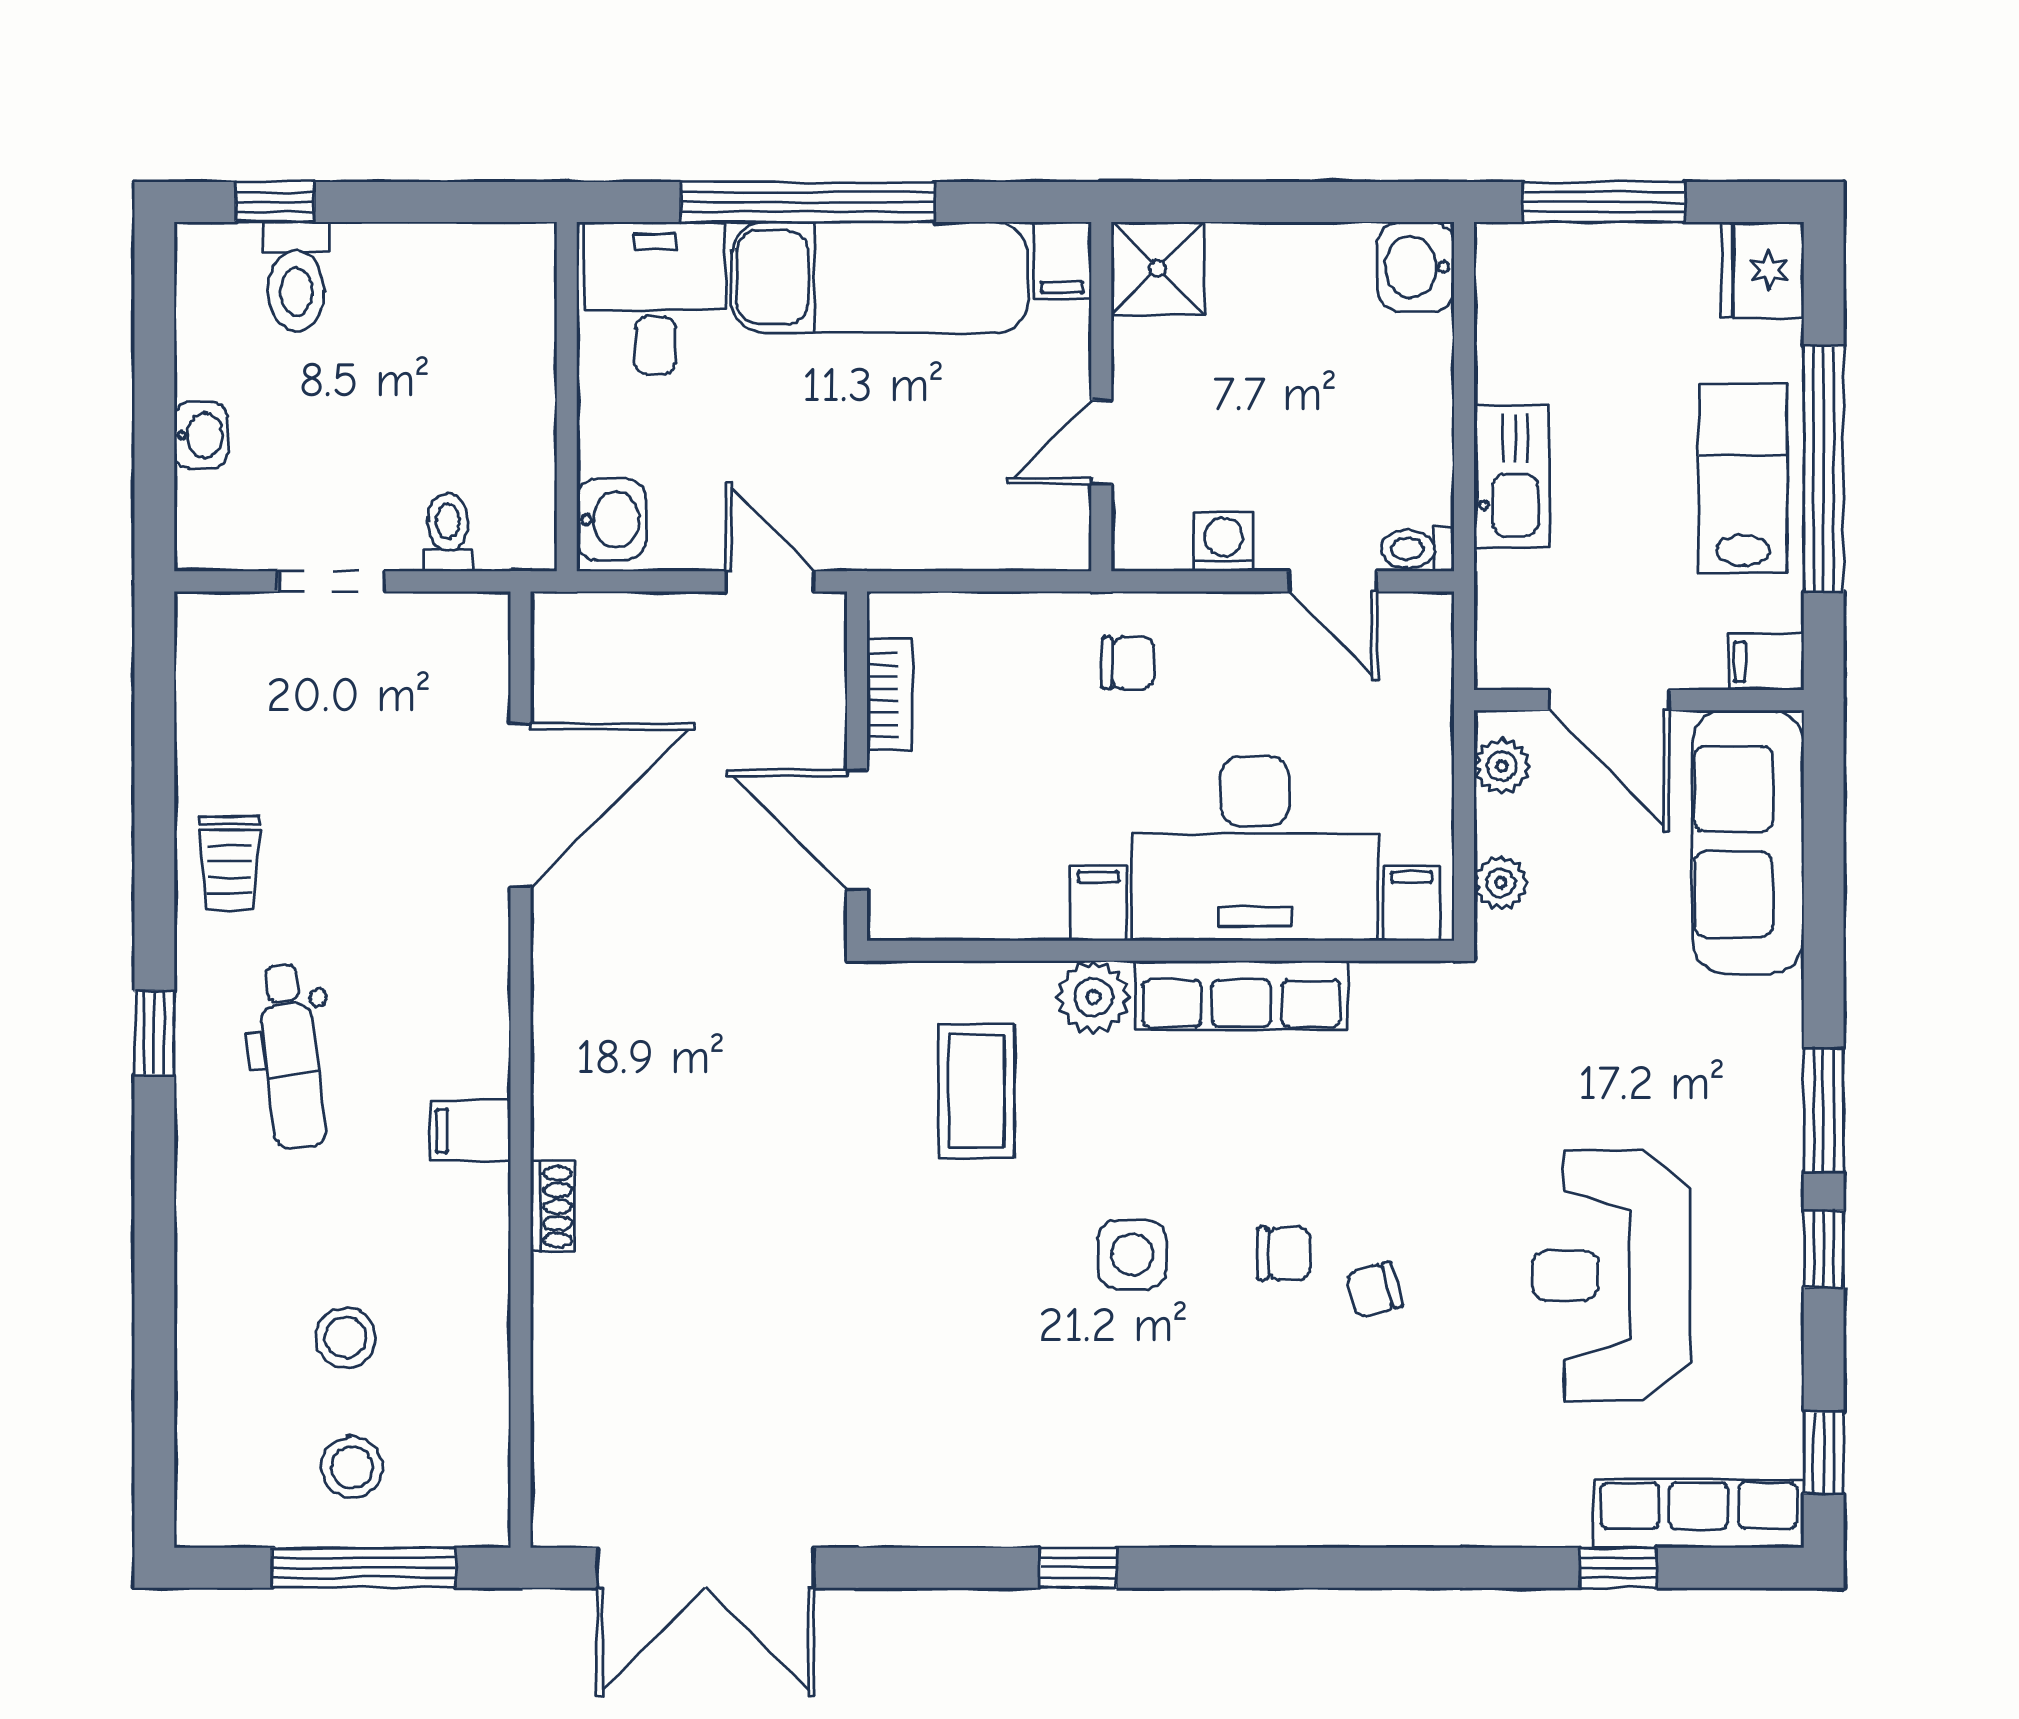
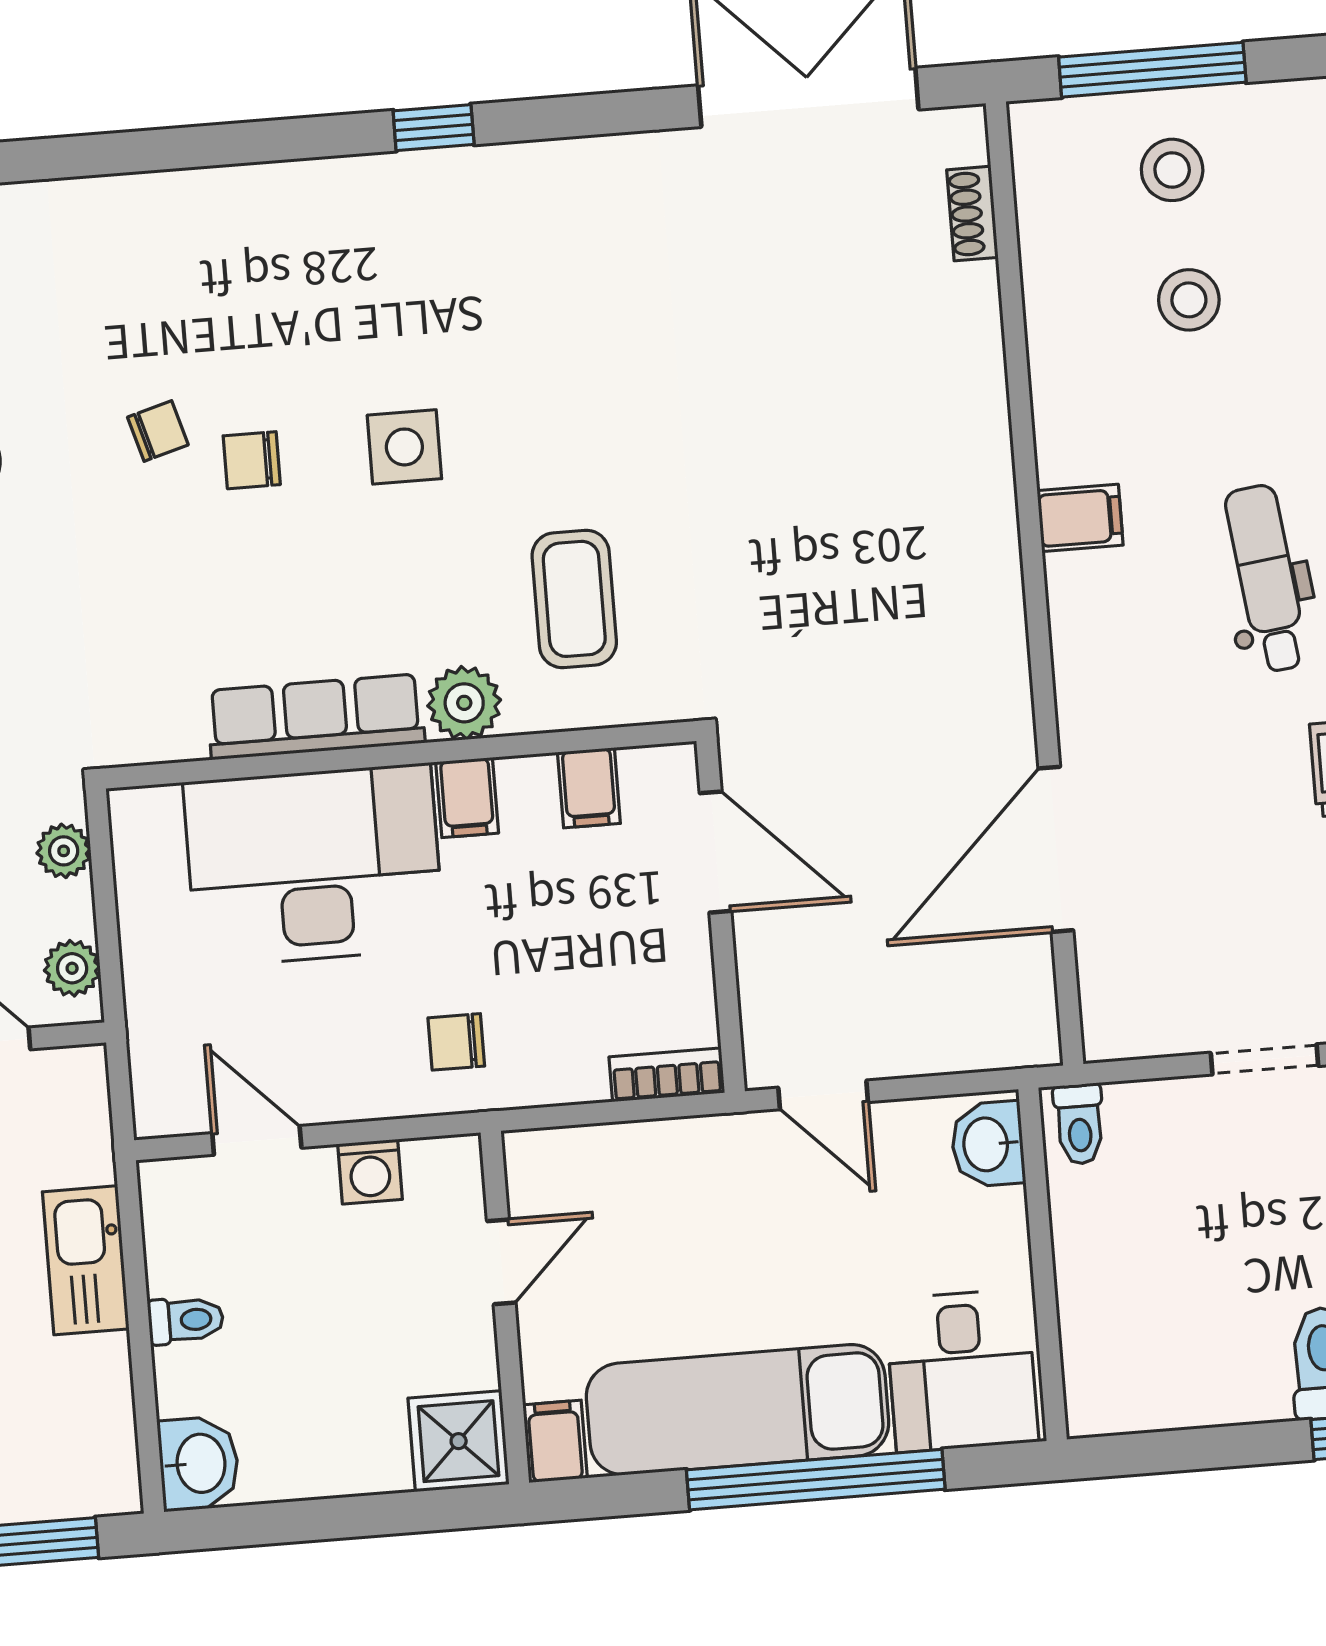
toilet: (448, 532) -> (1079, 1124), moved
toilet: (1418, 549) -> (186, 1320), moved
bookcase: (889, 694) -> (667, 1075), moved, turned 90
filing cabinet: (1412, 903) -> (589, 788), moved
shoe rack: (552, 1207) -> (972, 214), moved

